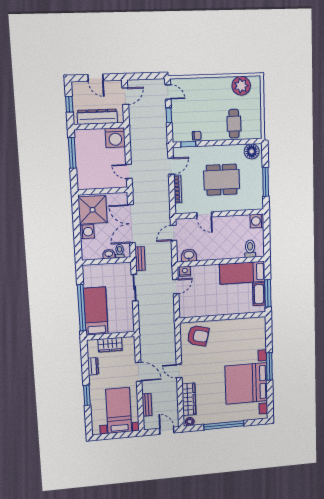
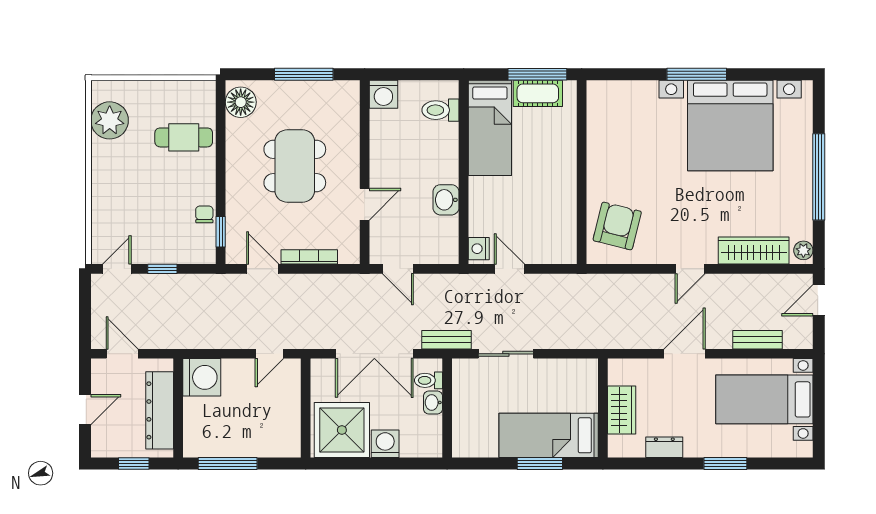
washbasin: (189, 255) -> (446, 200), moved
window: (82, 308) -> (540, 463), width x0.47

